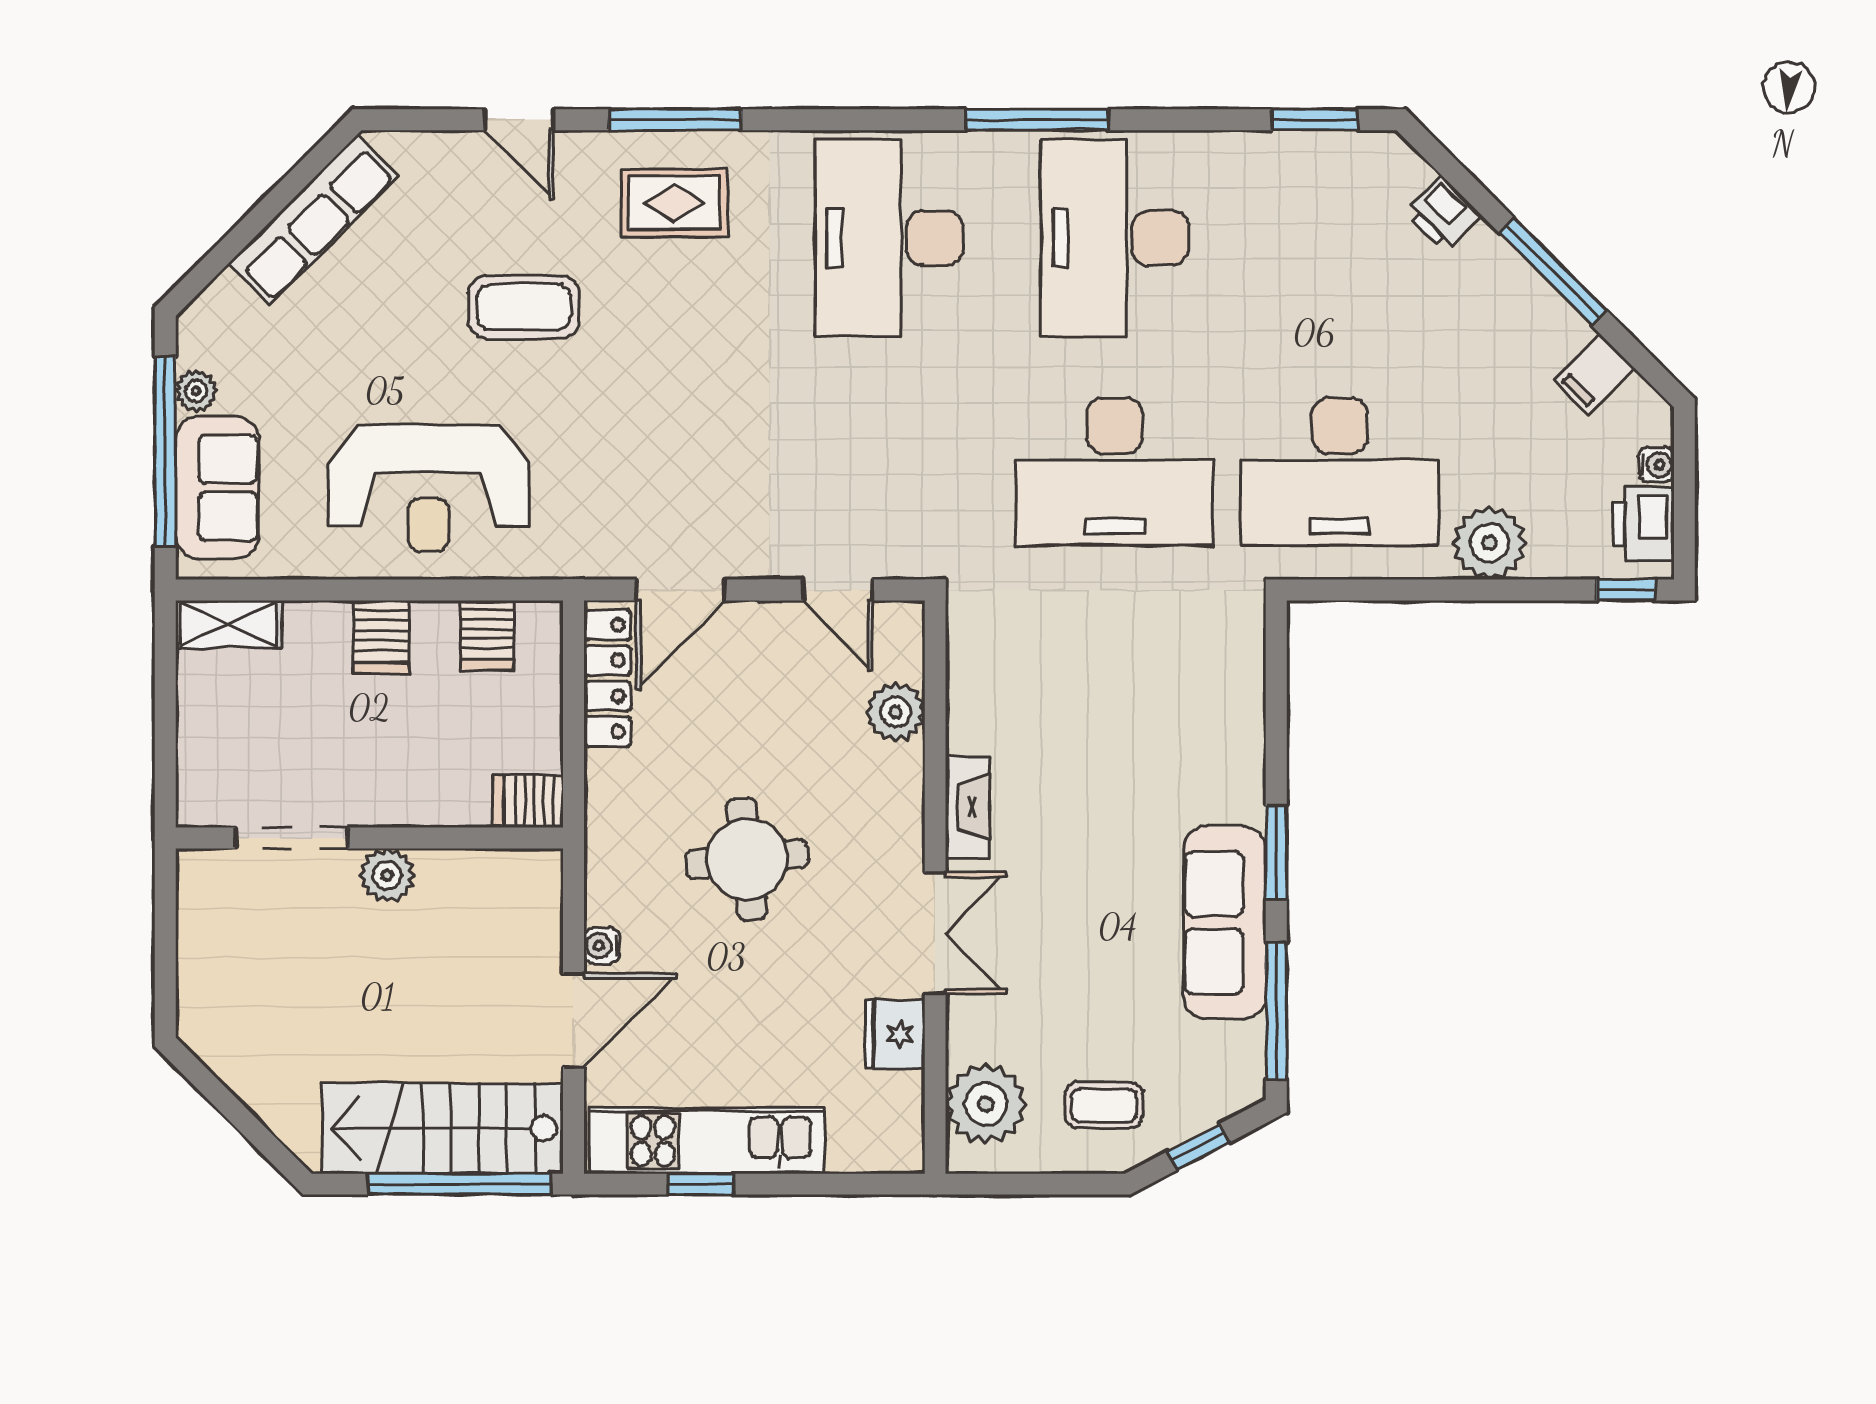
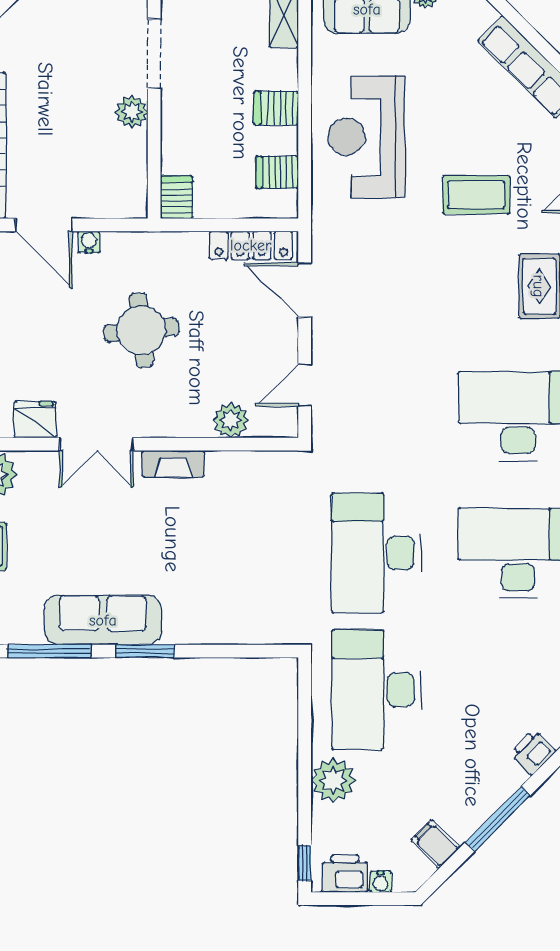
coffee table: (524, 307) -> (476, 195), turned 90

